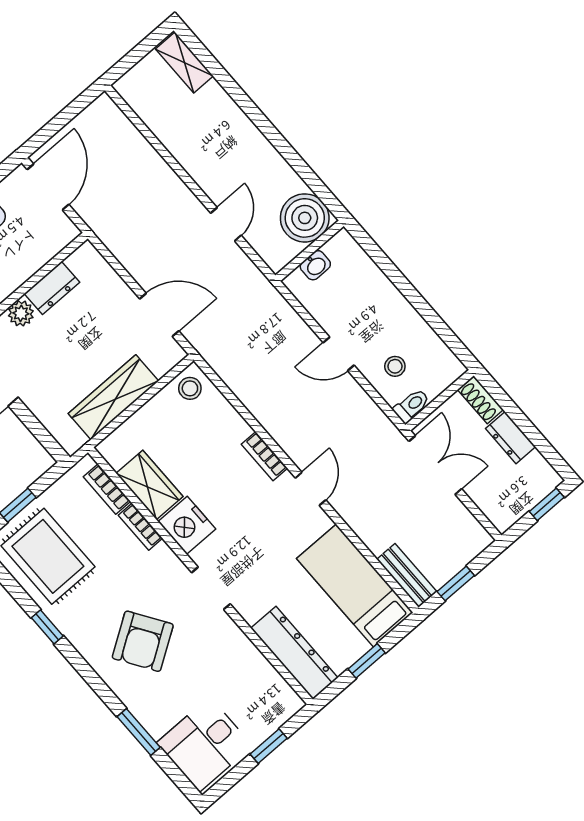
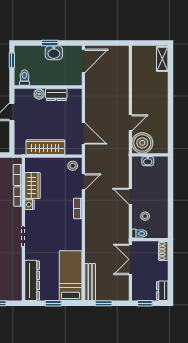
boiler: (305, 218) -> (142, 143), moved
dresser: (510, 438) -> (162, 291), moved
double door: (435, 465) -> (130, 259), swing flipped
door: (311, 489) -> (83, 182), moved
window: (547, 504) -> (145, 303), moved
nightstand: (187, 525) -> (30, 205), width x0.53, depth x0.56
bench: (407, 575) -> (90, 282), width x1.36

